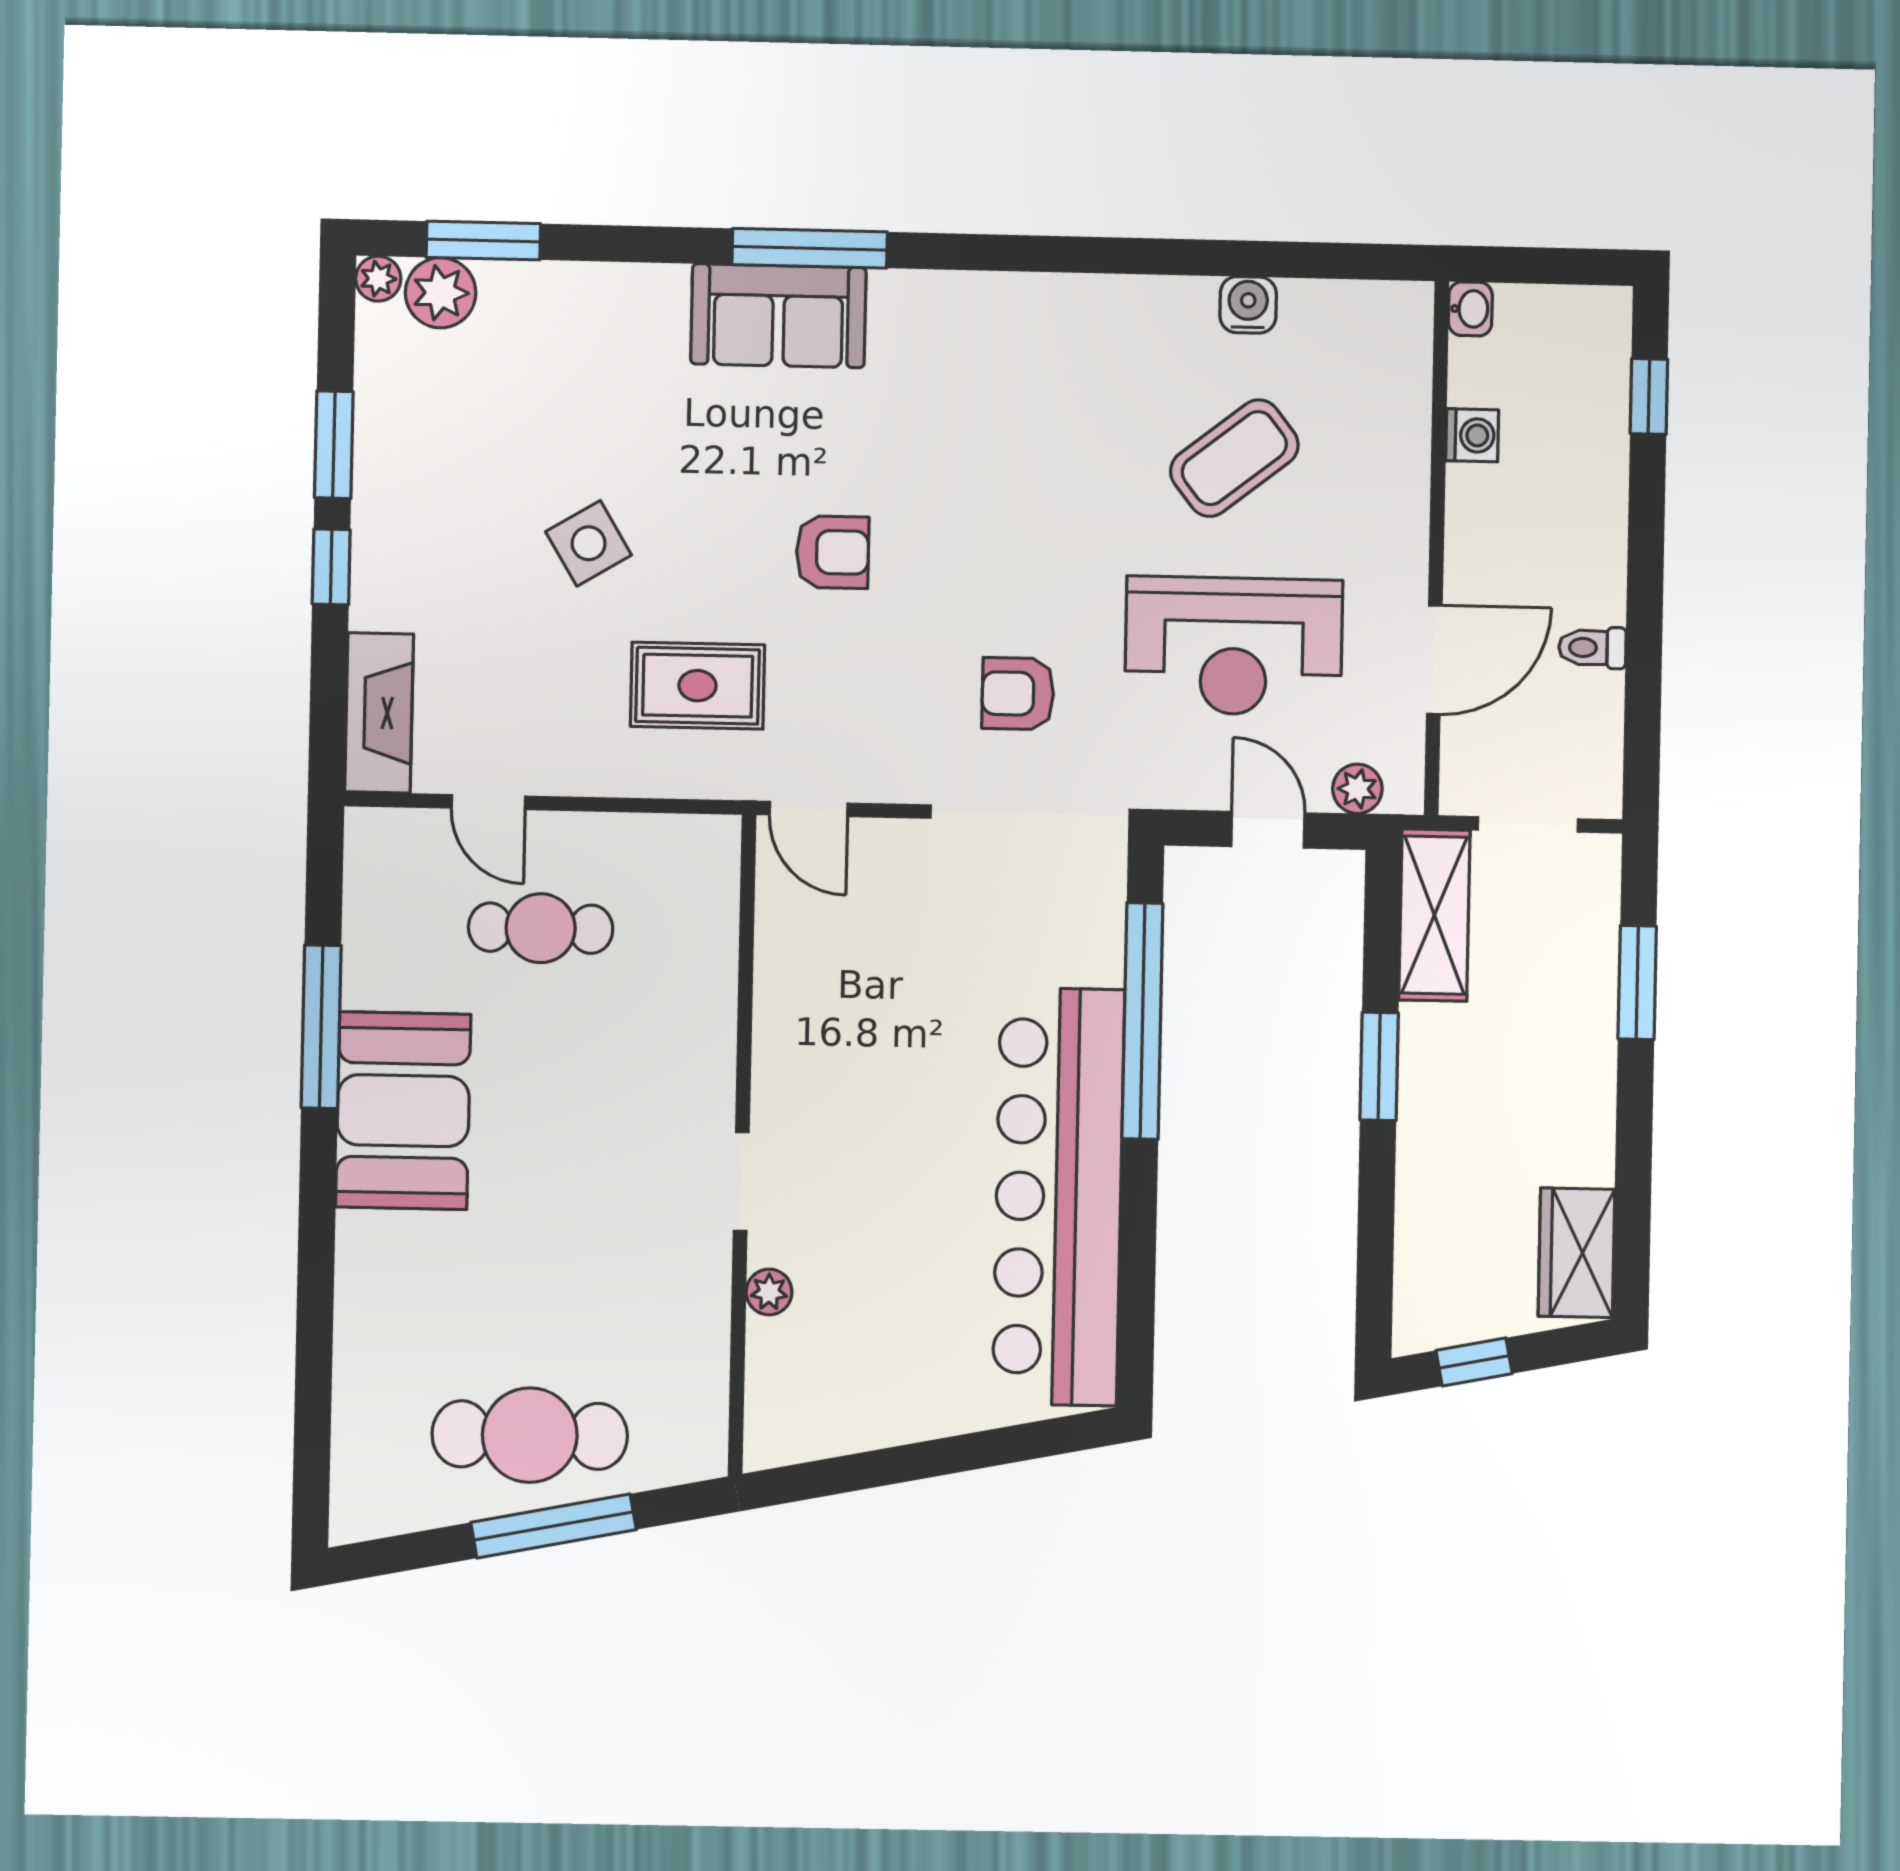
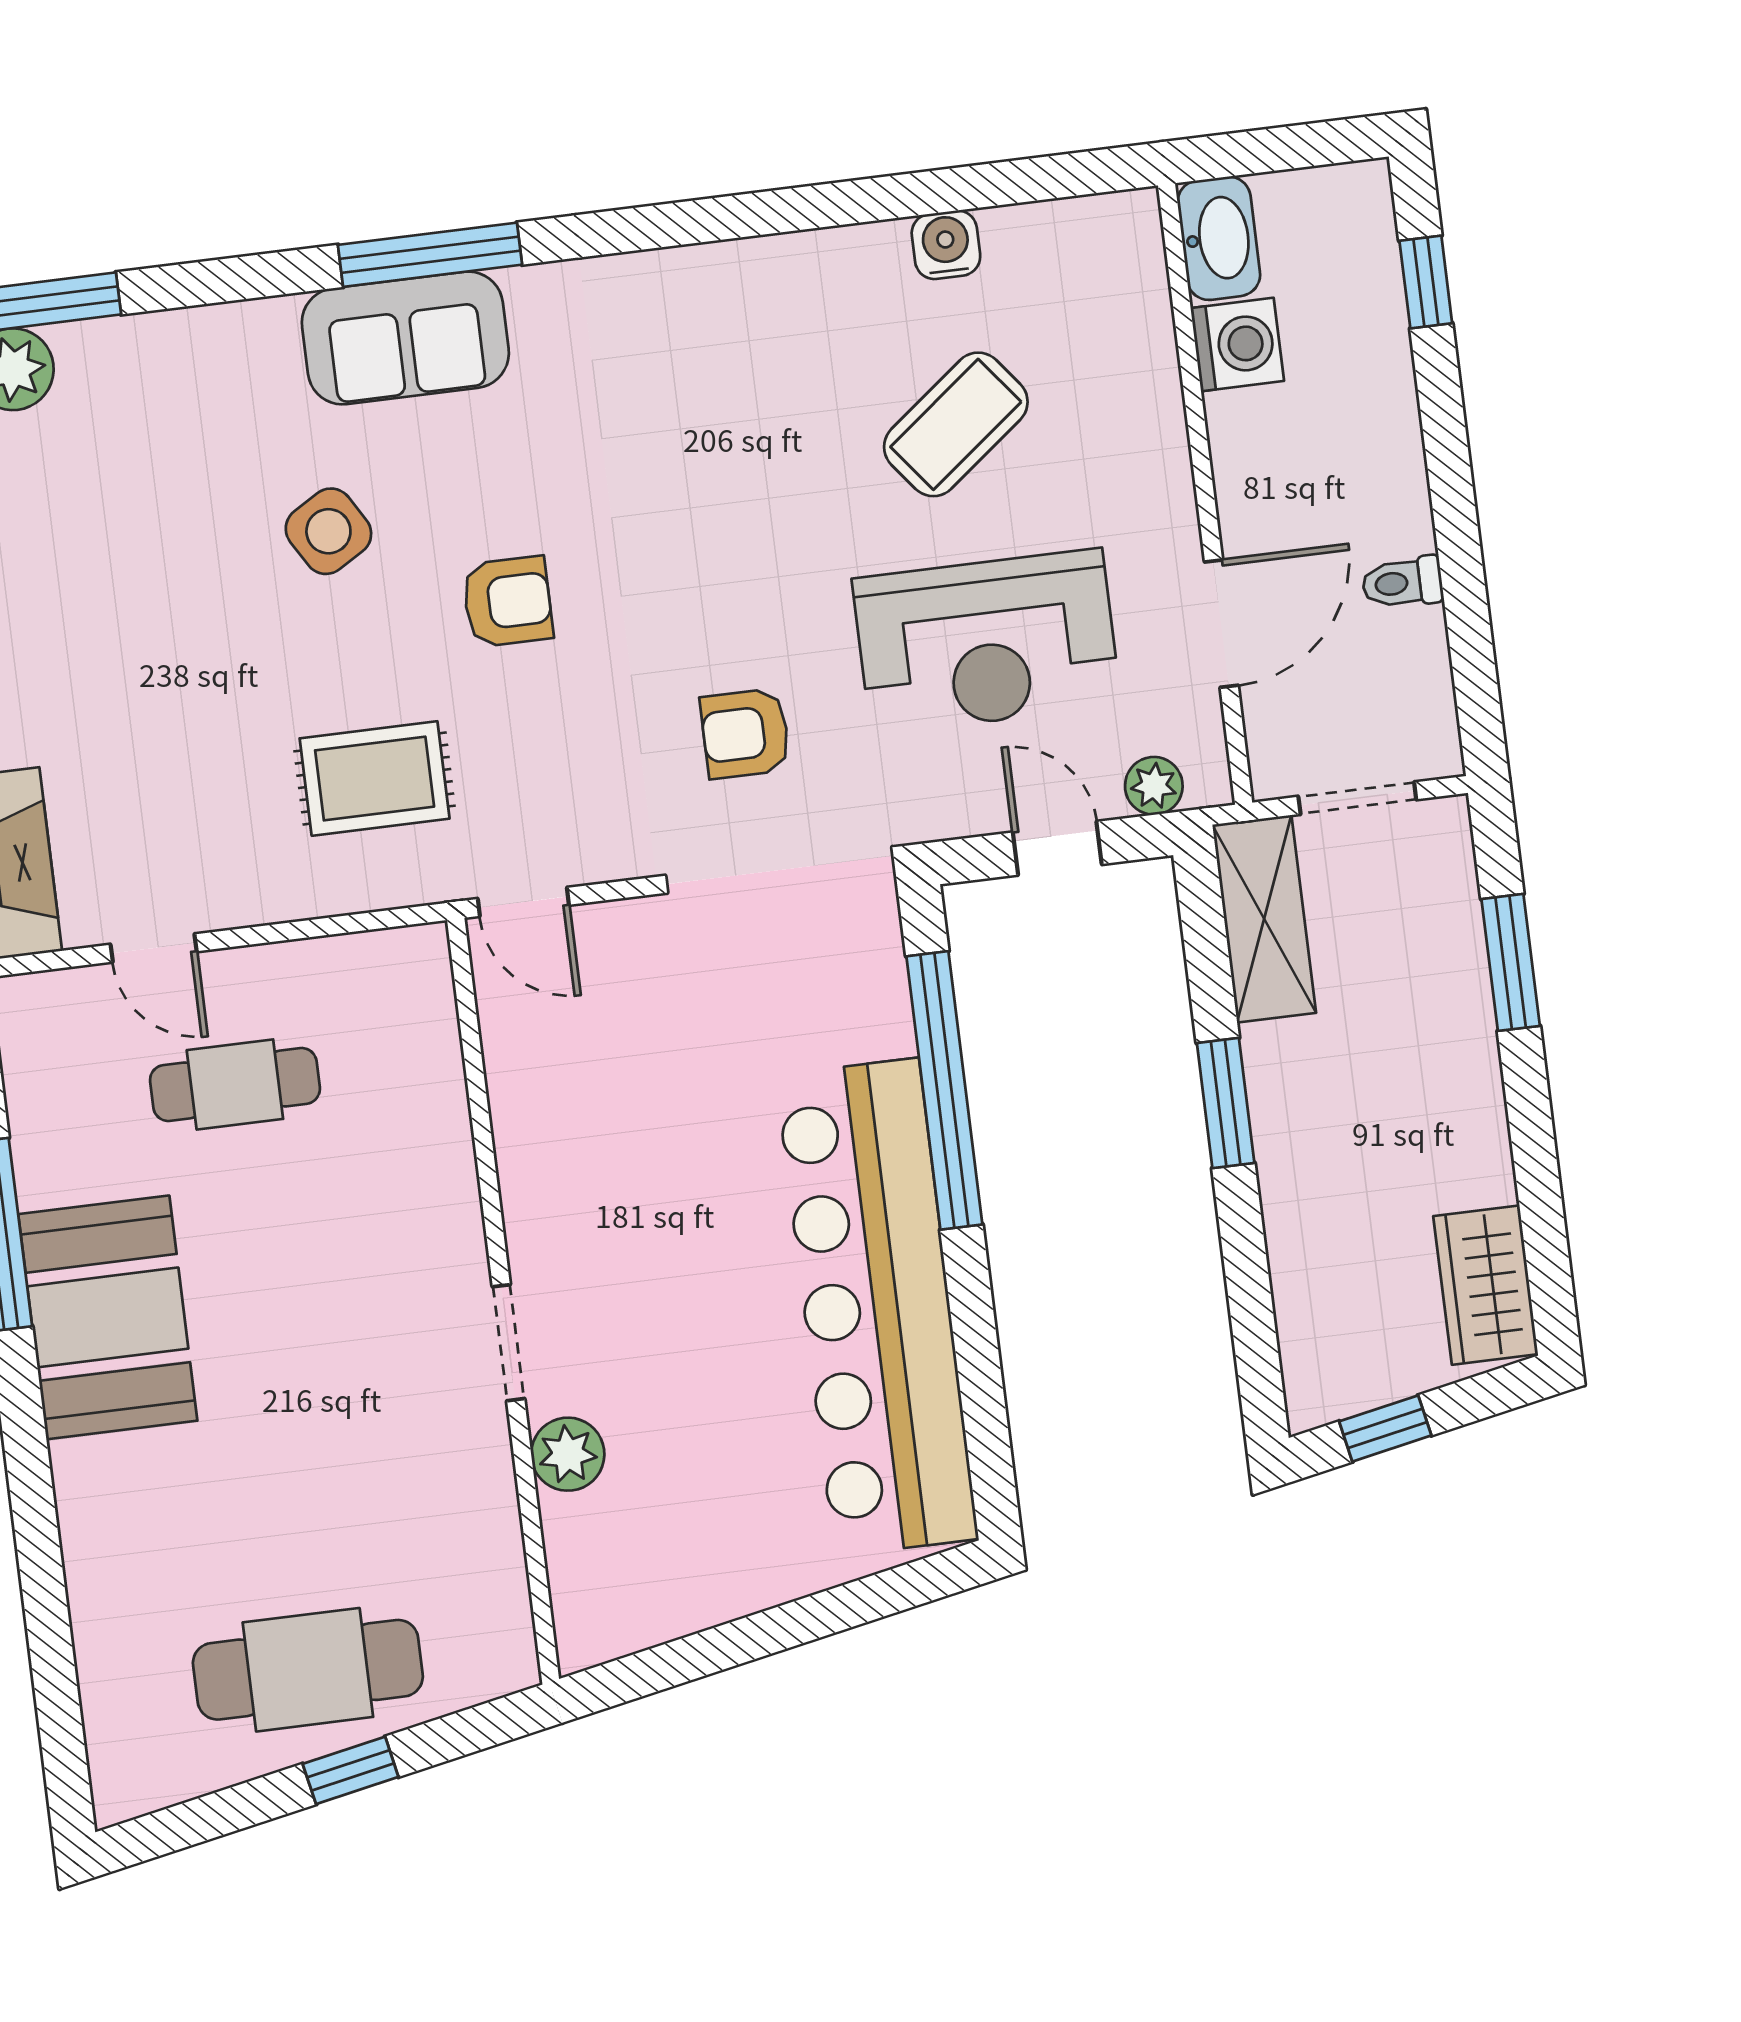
washbasin: (1470, 309) -> (1219, 238), width x1.91, depth x1.45
washing machine: (1472, 435) -> (1237, 344), width x1.38, depth x1.38
side table: (589, 543) -> (328, 531), moved
plant: (769, 1292) -> (568, 1454), width x1.38, depth x1.38
window: (554, 1526) -> (351, 1770), width x0.46

